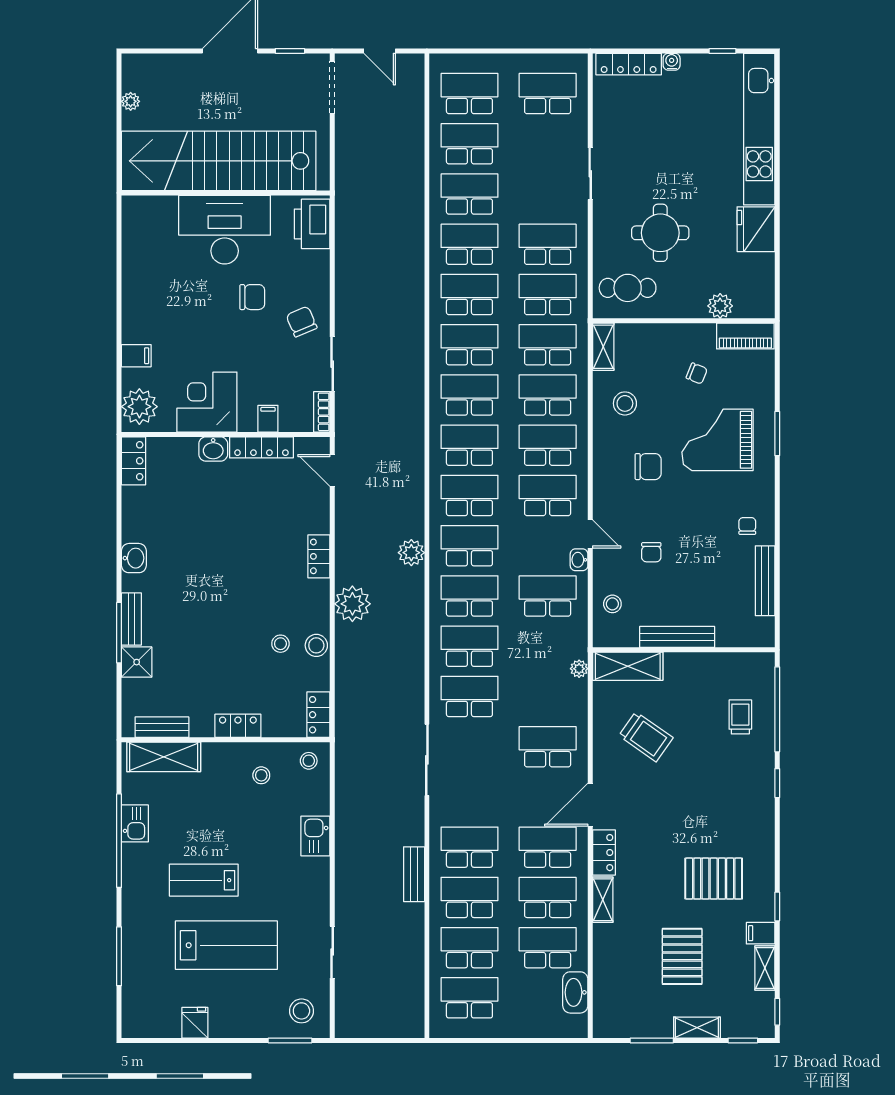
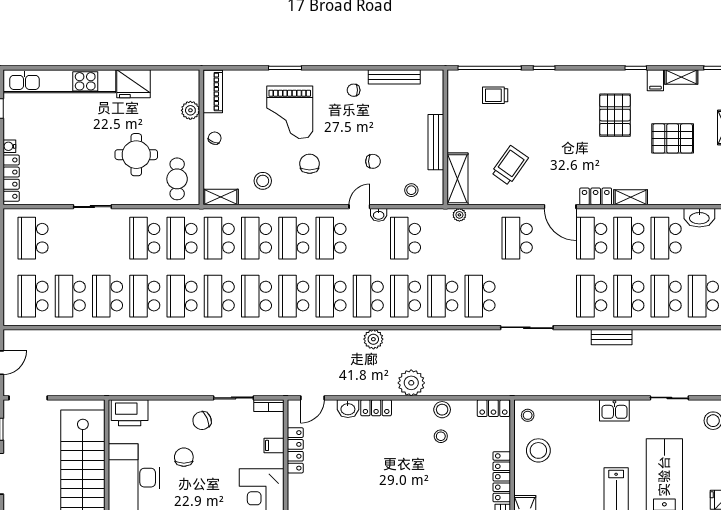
chair: (697, 373) -> (215, 138), moved
washbasin: (213, 449) -> (348, 409), moved, turned 90
locker: (238, 726) -> (502, 477), width x1.53
stool: (261, 775) -> (538, 450), width x1.89, depth x1.89
kitchen sink: (315, 836) -> (614, 410), moved

